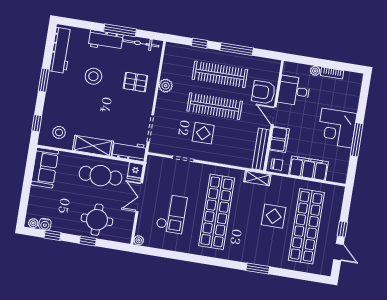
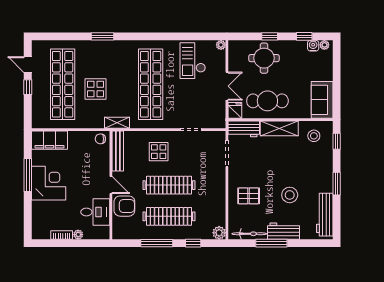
plant: (166, 86) -> (219, 233), moved
display table: (203, 133) -> (159, 152), moved
filing cabinet: (279, 139) -> (102, 163), removed
filing cabinet: (309, 168) -> (49, 140), moved
checkout: (171, 214) -> (193, 61), moved

